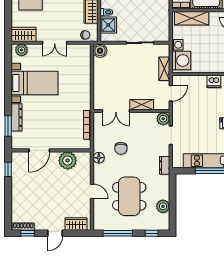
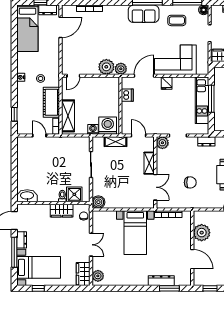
bed with nightstands: (34, 83) -> (135, 233), moved, turned 180
floor lamp: (99, 158) -> (199, 203), removed

